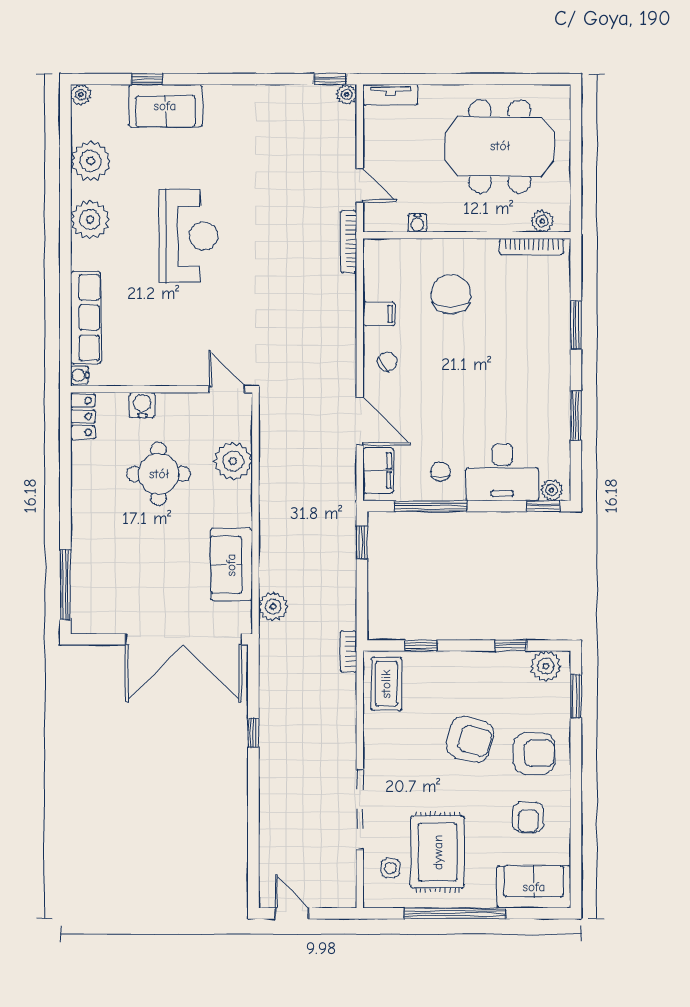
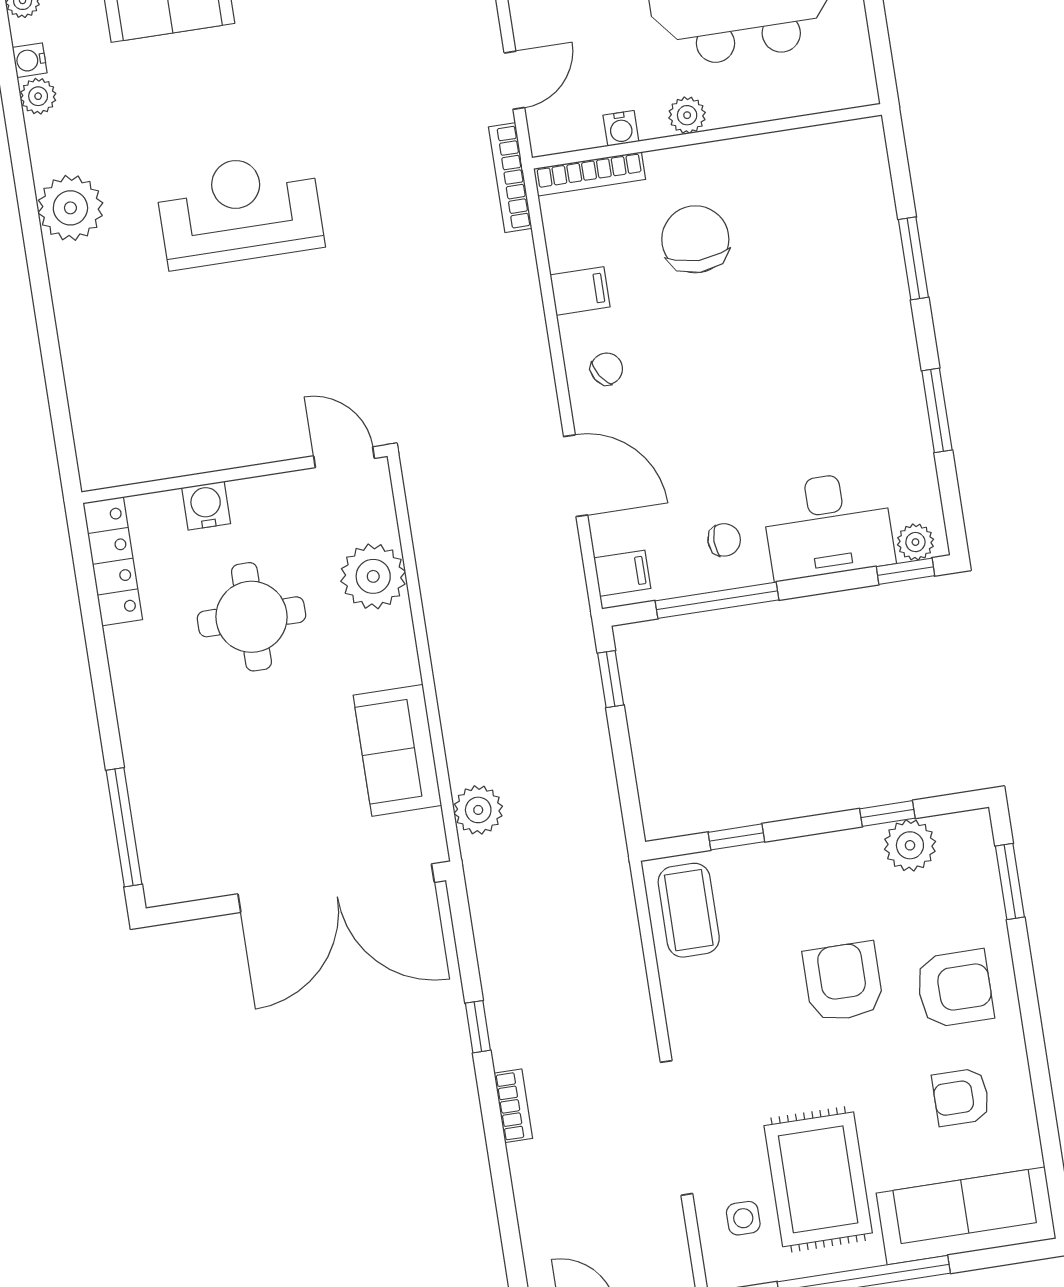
plant: (91, 161) -> (38, 96), width x0.53, depth x0.53
door: (360, 185) -> (514, 80), hinge flipped
plant: (542, 221) -> (687, 115), moved
reception desk: (188, 236) -> (240, 210), turned -90
bookcase: (532, 247) -> (590, 174), moved
row of seats: (86, 318) -> (89, 374), removed
water cooler: (80, 375) -> (30, 60), moved
locker: (83, 416) -> (113, 561), width x1.53
filing cabinet: (378, 470) -> (622, 573), width x0.50
chair: (440, 472) -> (724, 540), turned 90
bookcase: (348, 652) -> (513, 1106), moved, turned 180
plant: (546, 666) -> (910, 845), moved
armchair: (470, 739) -> (843, 982), turned -105
armchair: (528, 817) -> (961, 1097), turned 90
sofa: (534, 887) -> (966, 1216), width x1.36

